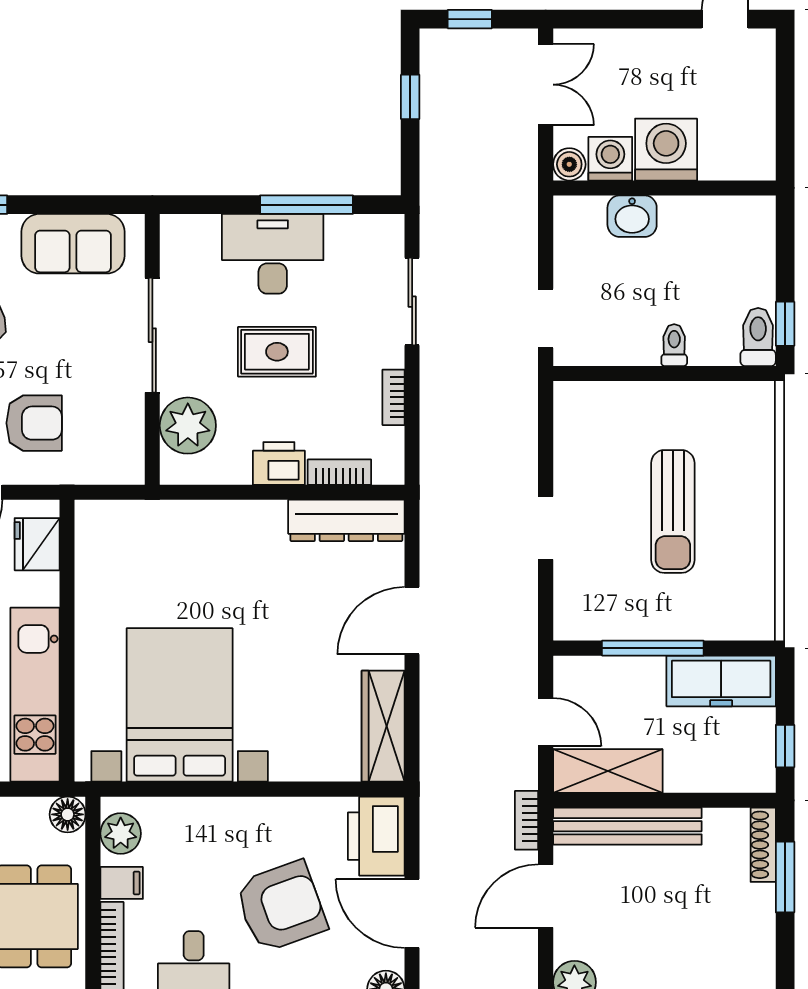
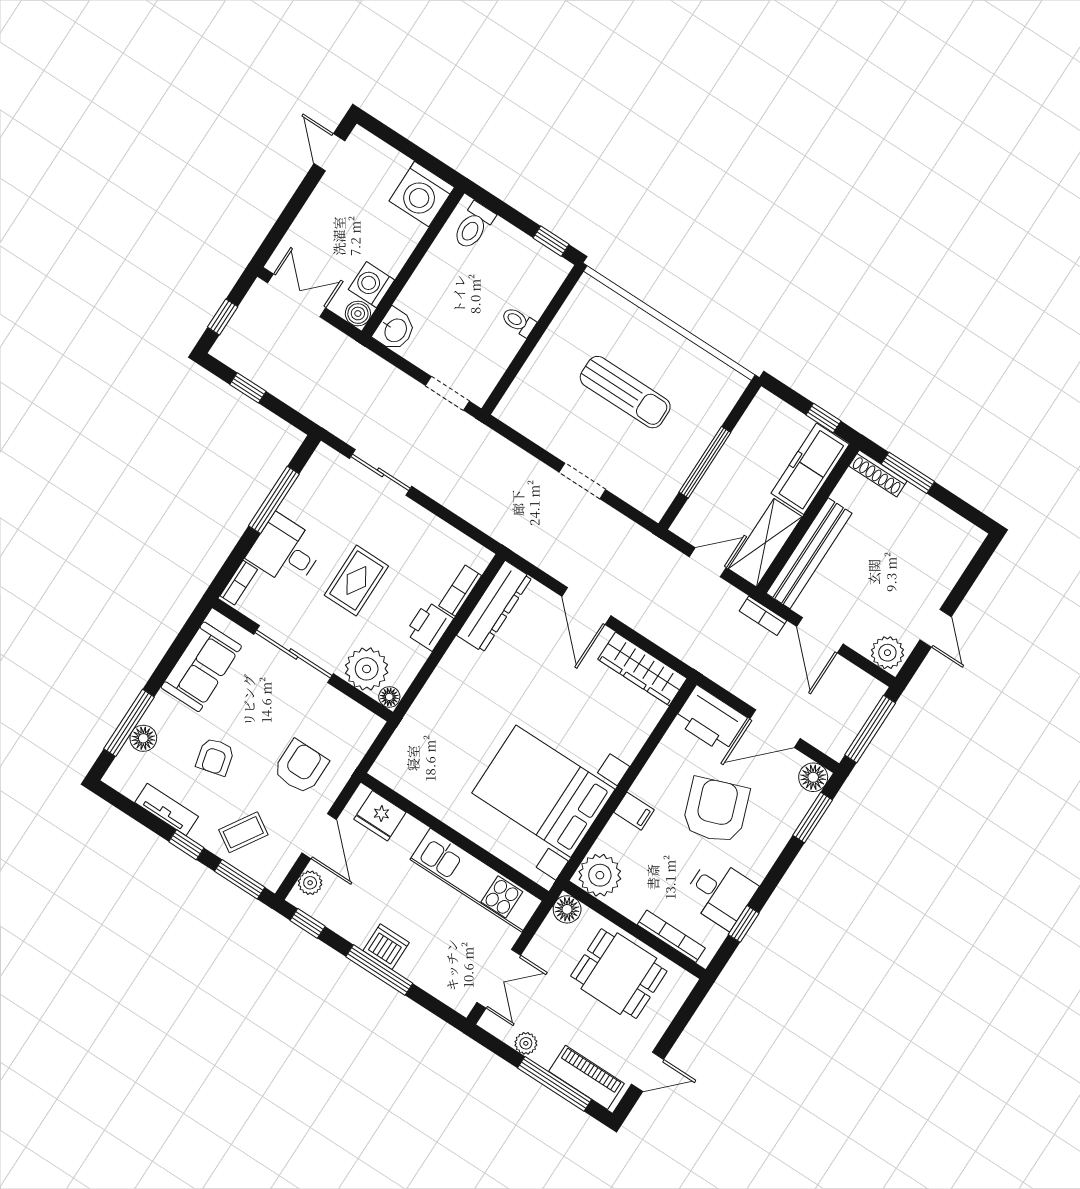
washing machine: (666, 150) -> (422, 194), moved, turned -90
washbasin: (632, 216) -> (395, 330), moved
desk: (273, 254) -> (286, 551), width x0.73
toilet: (758, 337) -> (473, 226), moved, turned -90
bookcase: (394, 397) -> (239, 583), moved, turned -90
floor lamp: (173, 470) -> (389, 697), added
freezer: (721, 681) -> (810, 469), moved, turned 180
plant: (121, 833) -> (600, 875), width x1.36, depth x1.36
filing cabinet: (122, 883) -> (634, 811), moved, turned 90

